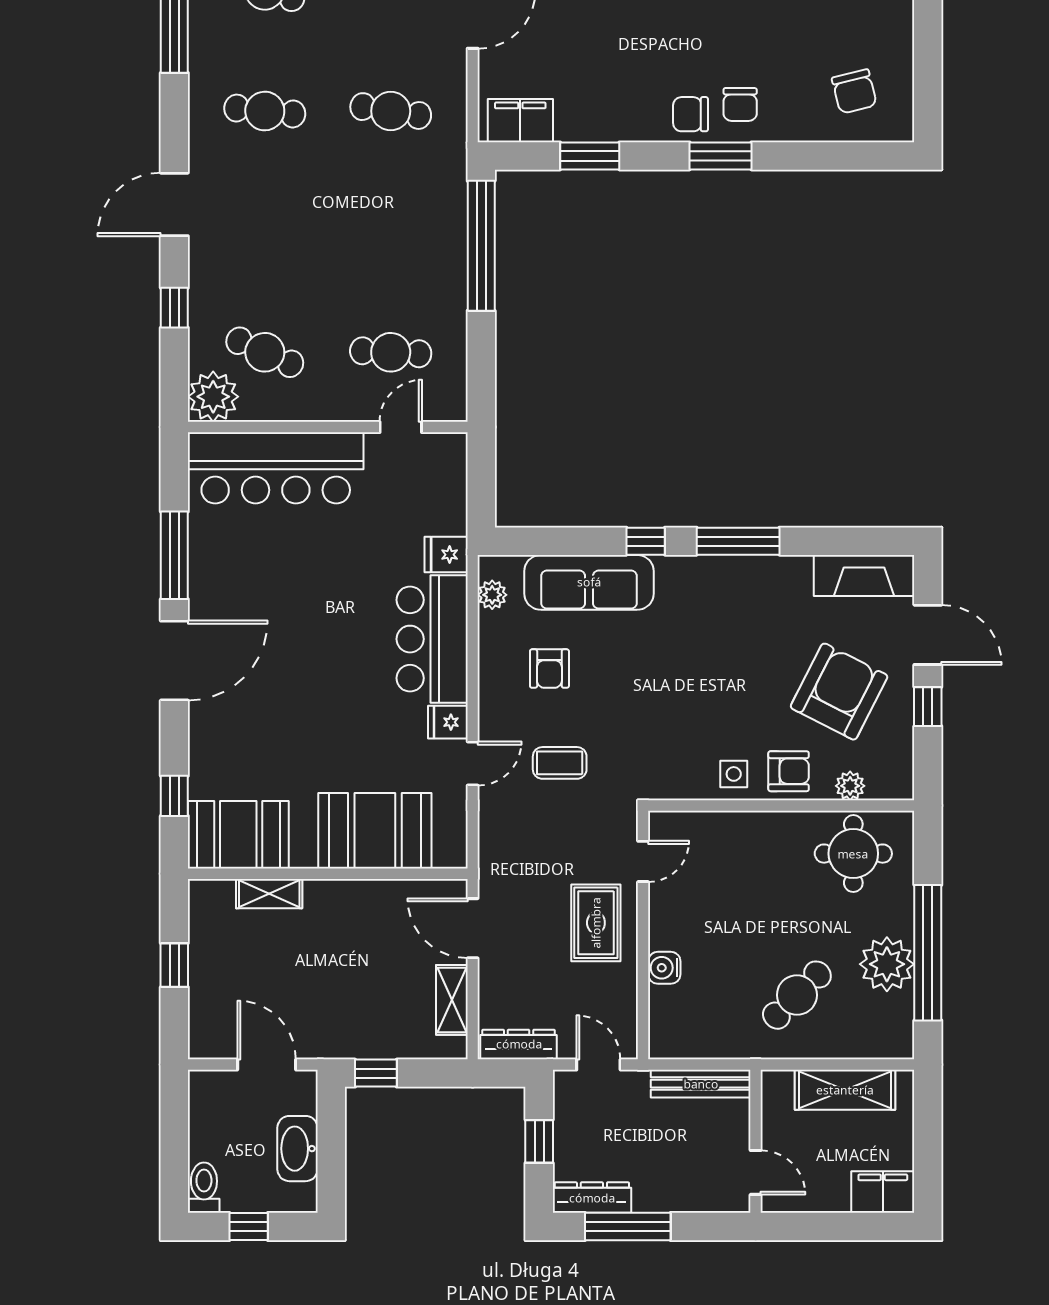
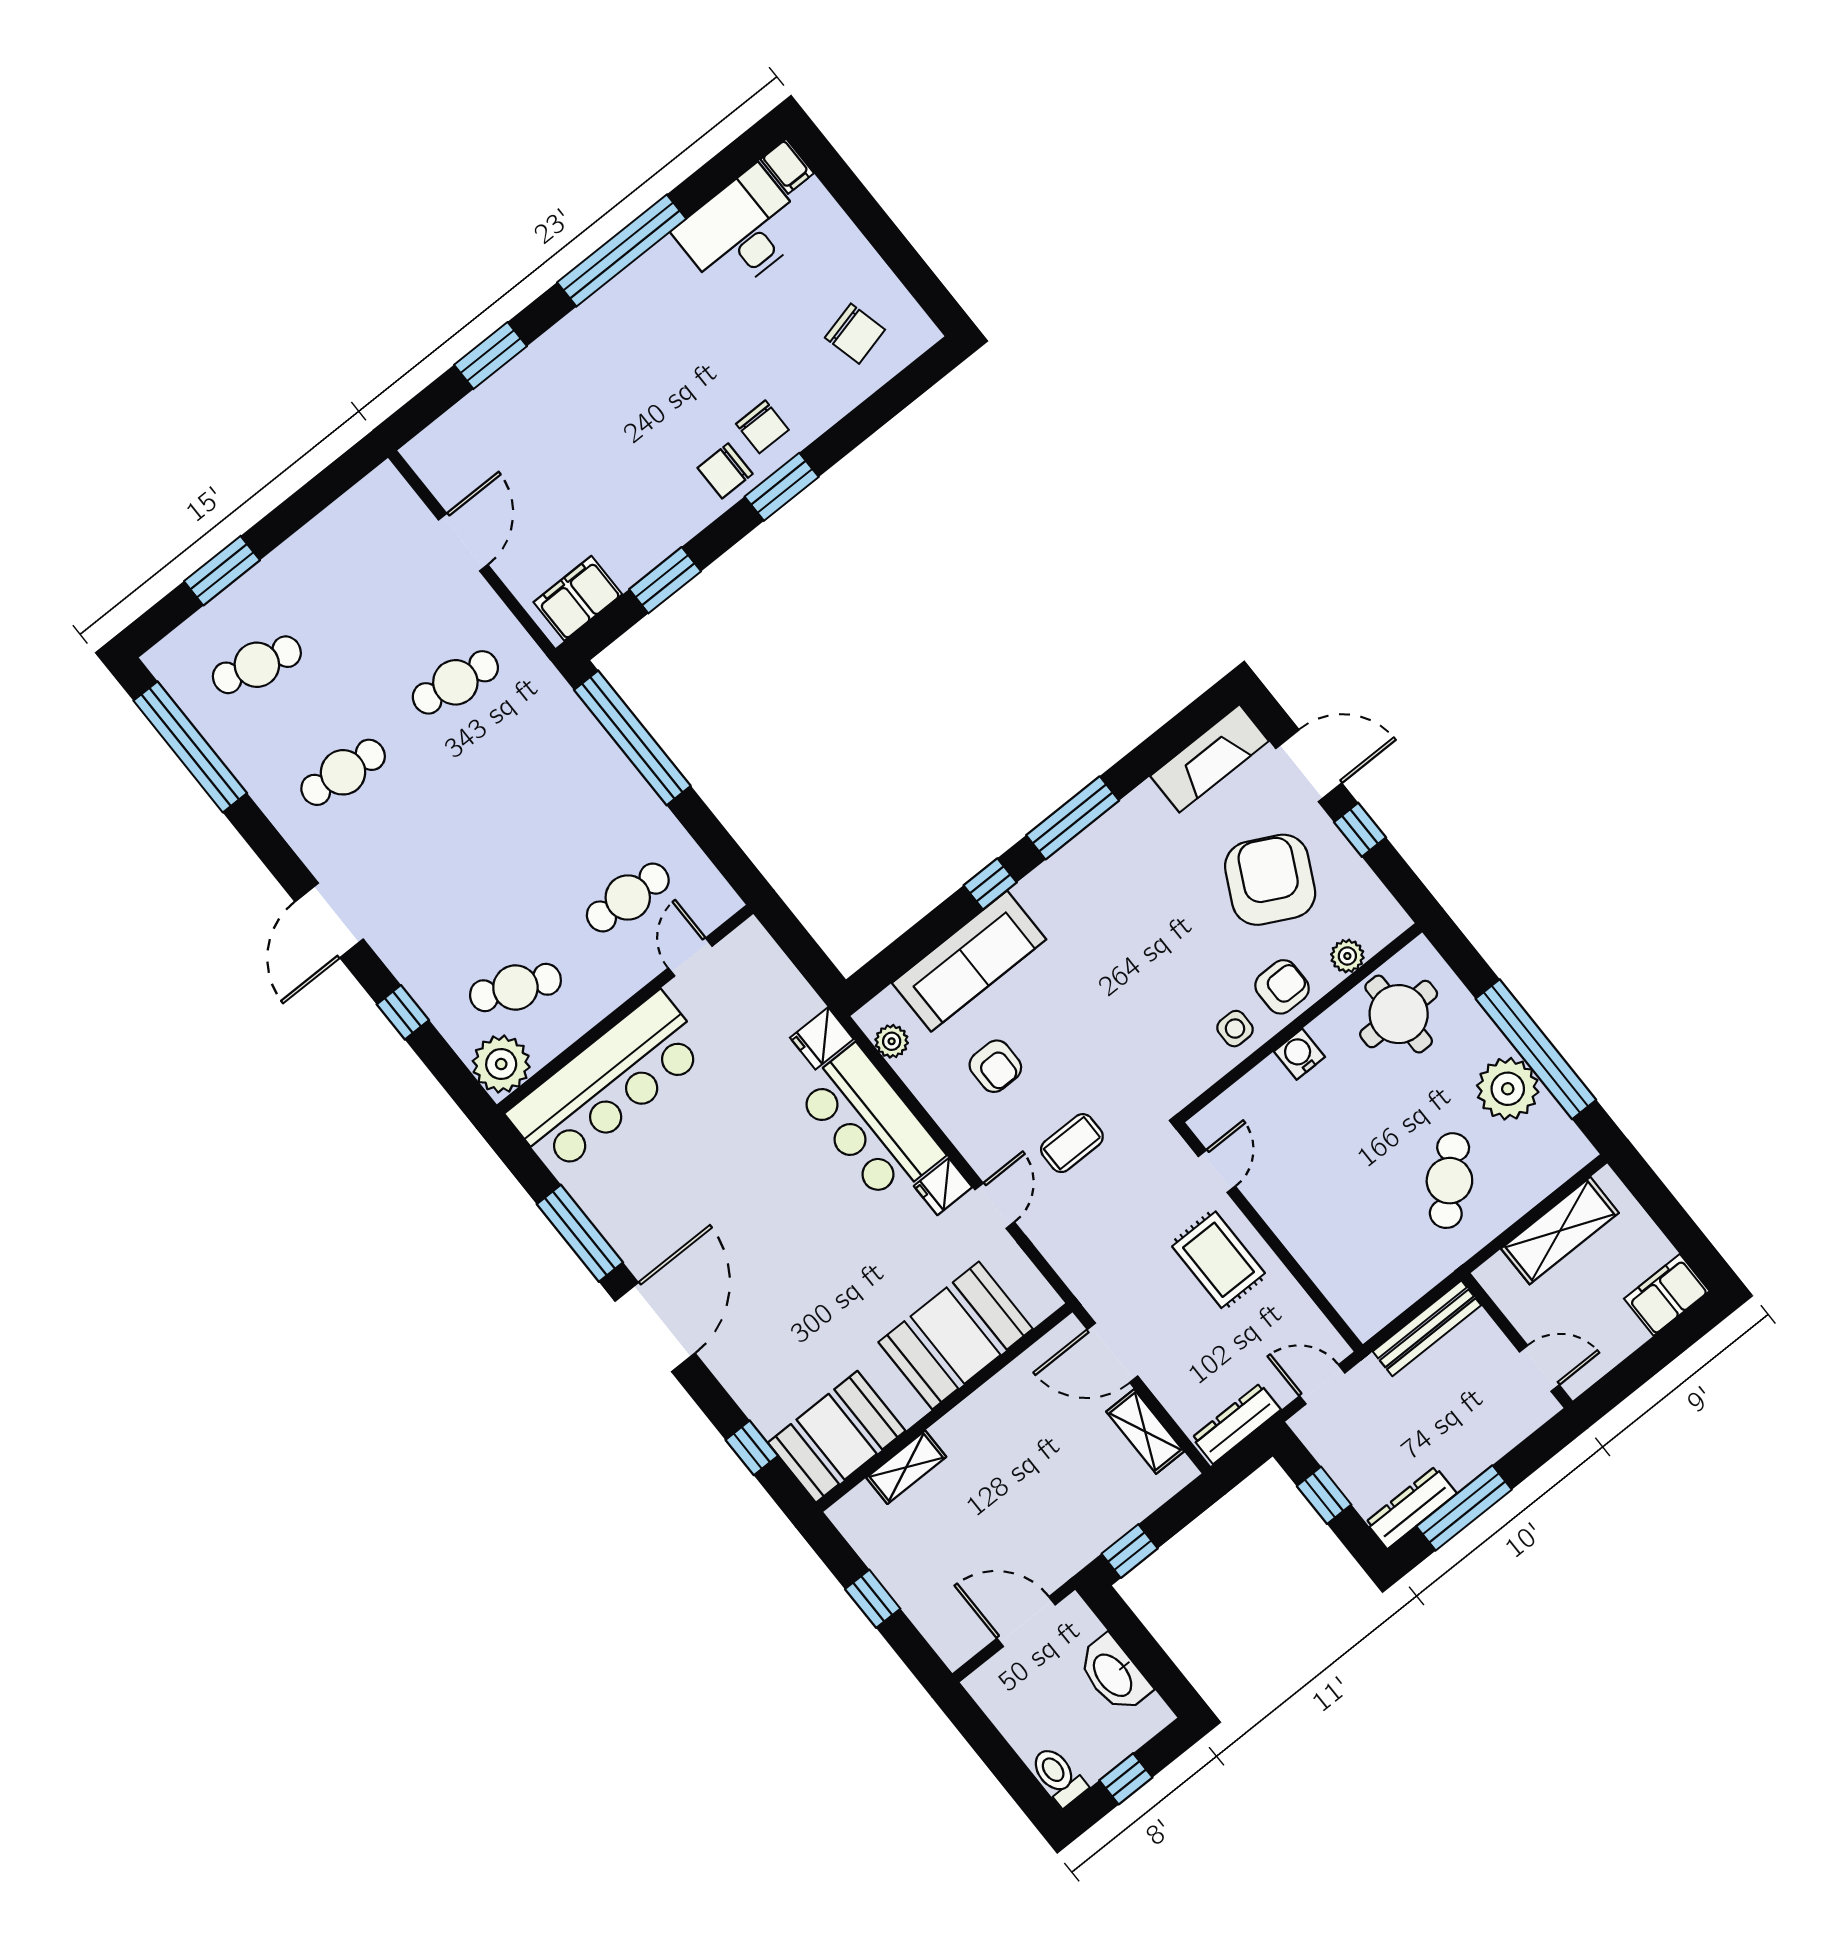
water cooler: (664, 968) -> (1299, 1054), moved, turned 90

